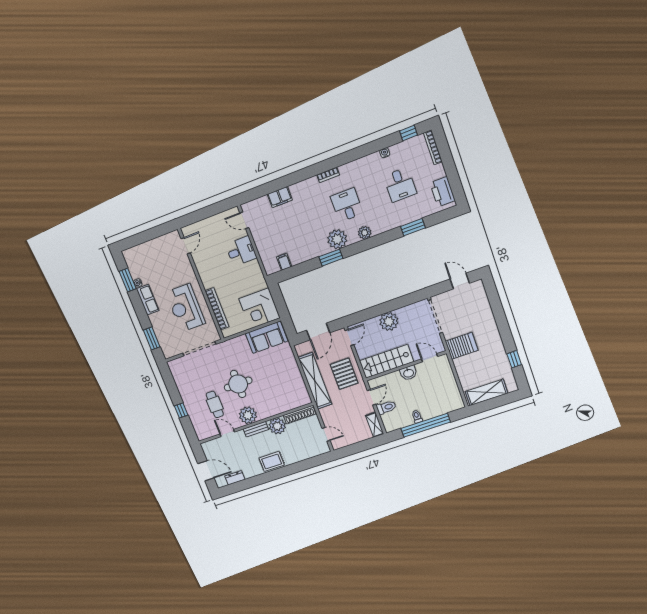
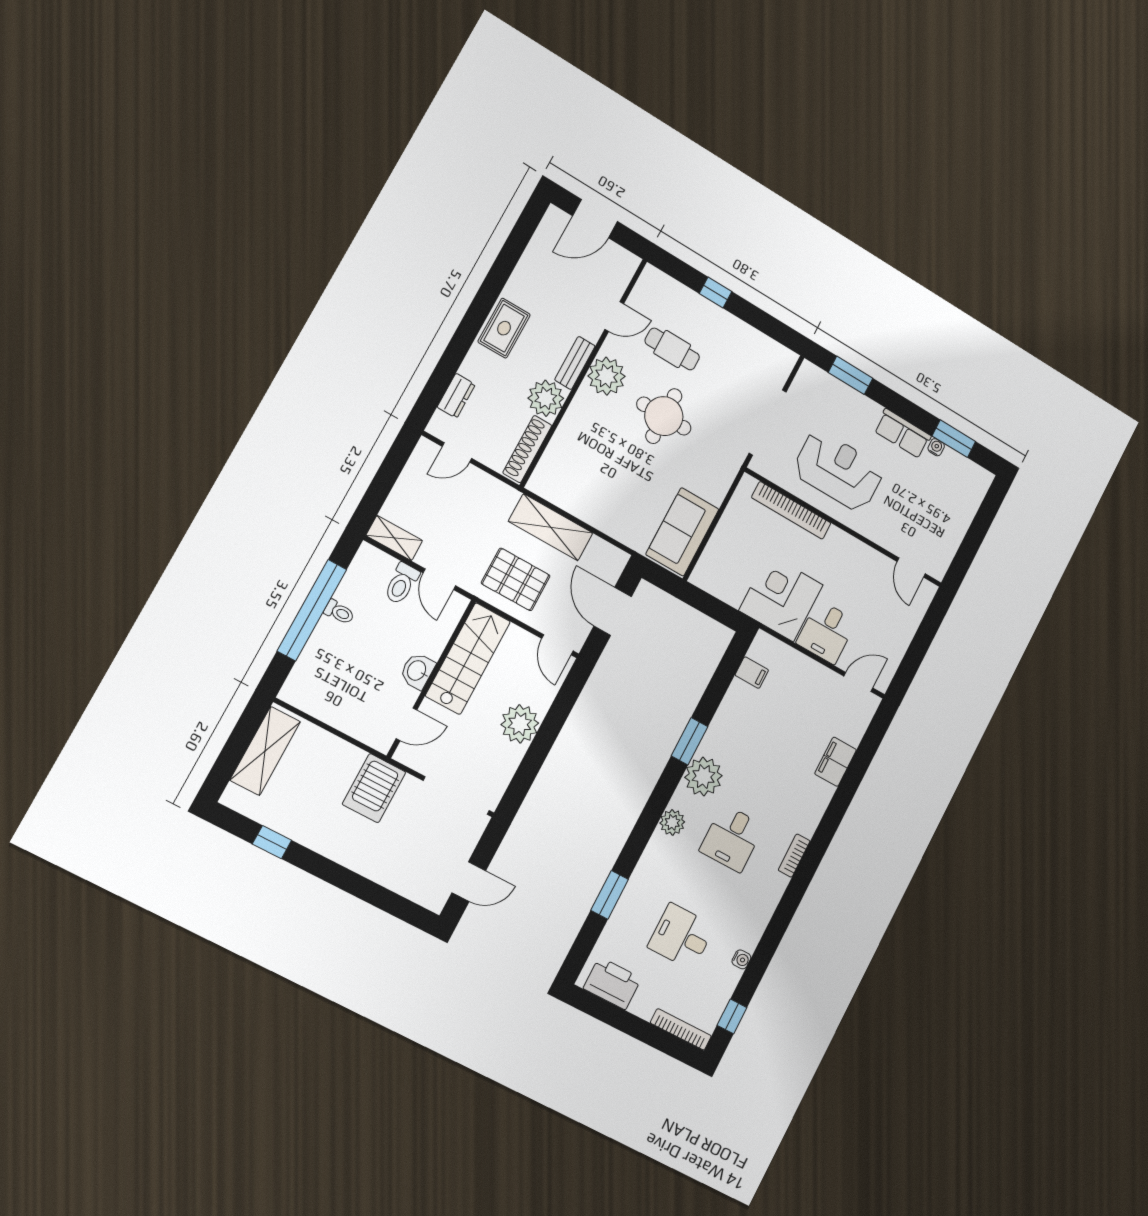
desk: (347, 205) -> (732, 838), turned 90
corner desk: (259, 308) -> (781, 598), moved
shelving: (315, 381) -> (551, 527), width x0.68
dresser: (235, 478) -> (456, 396), moved

